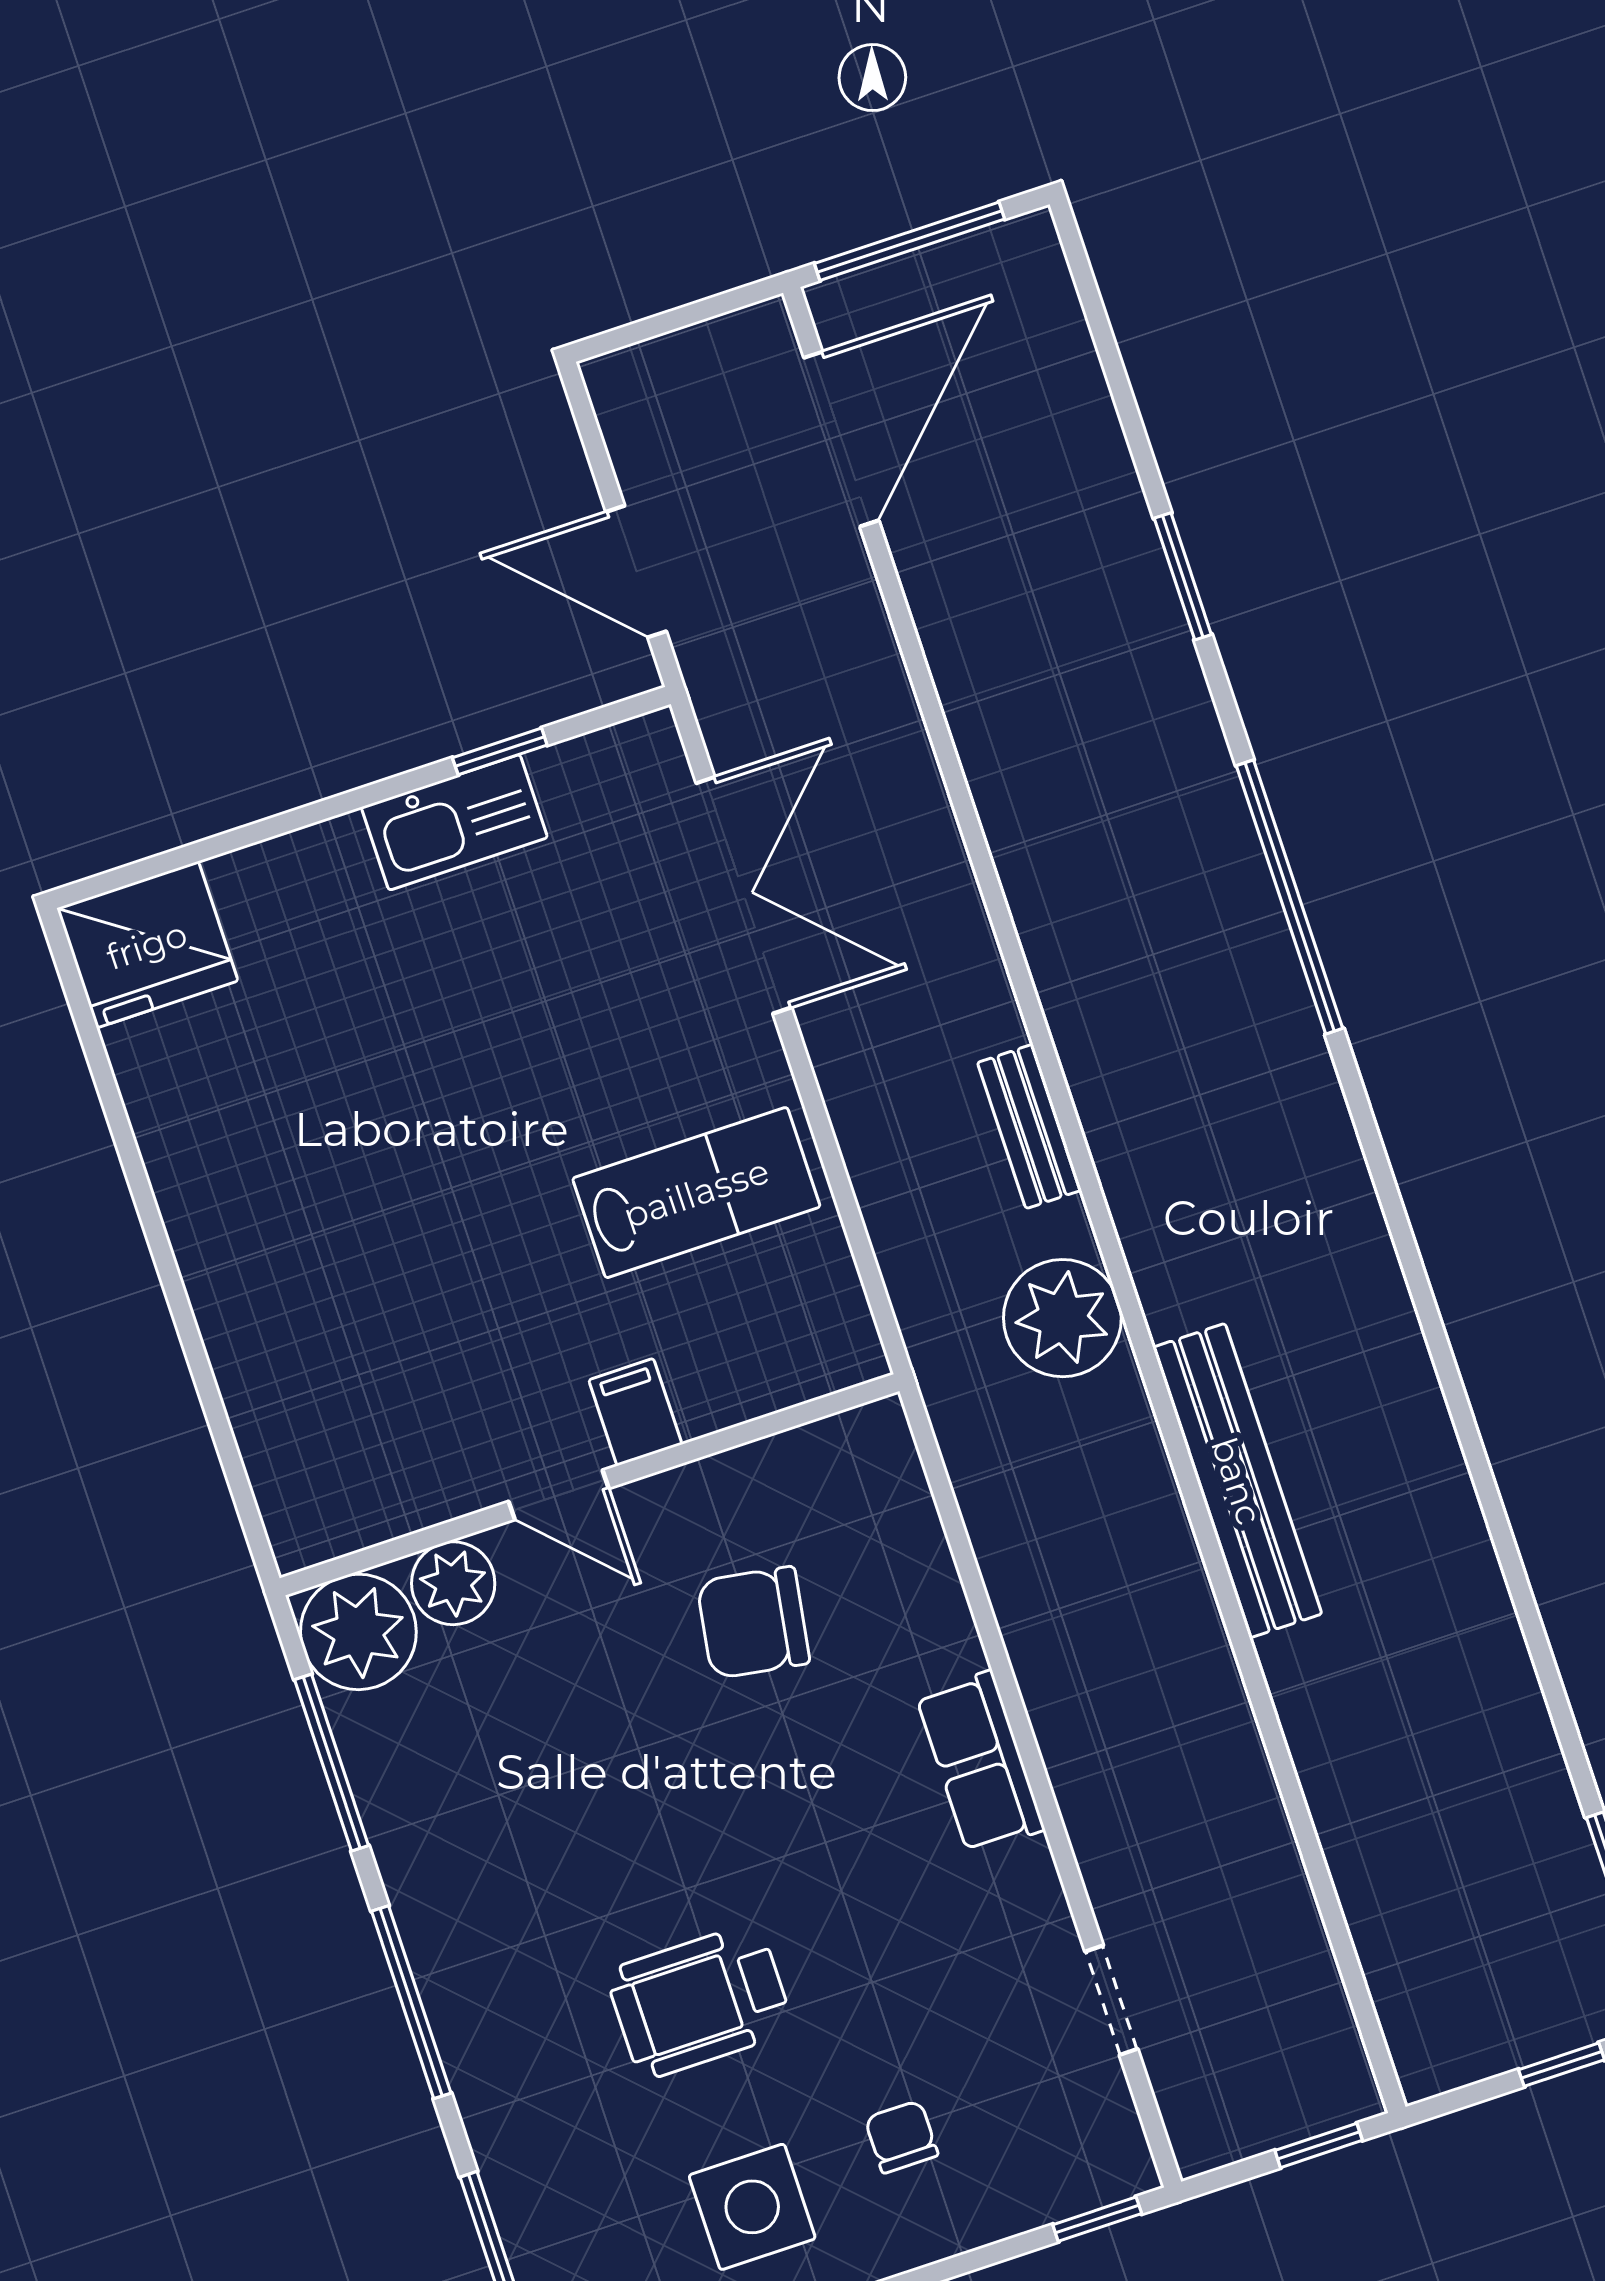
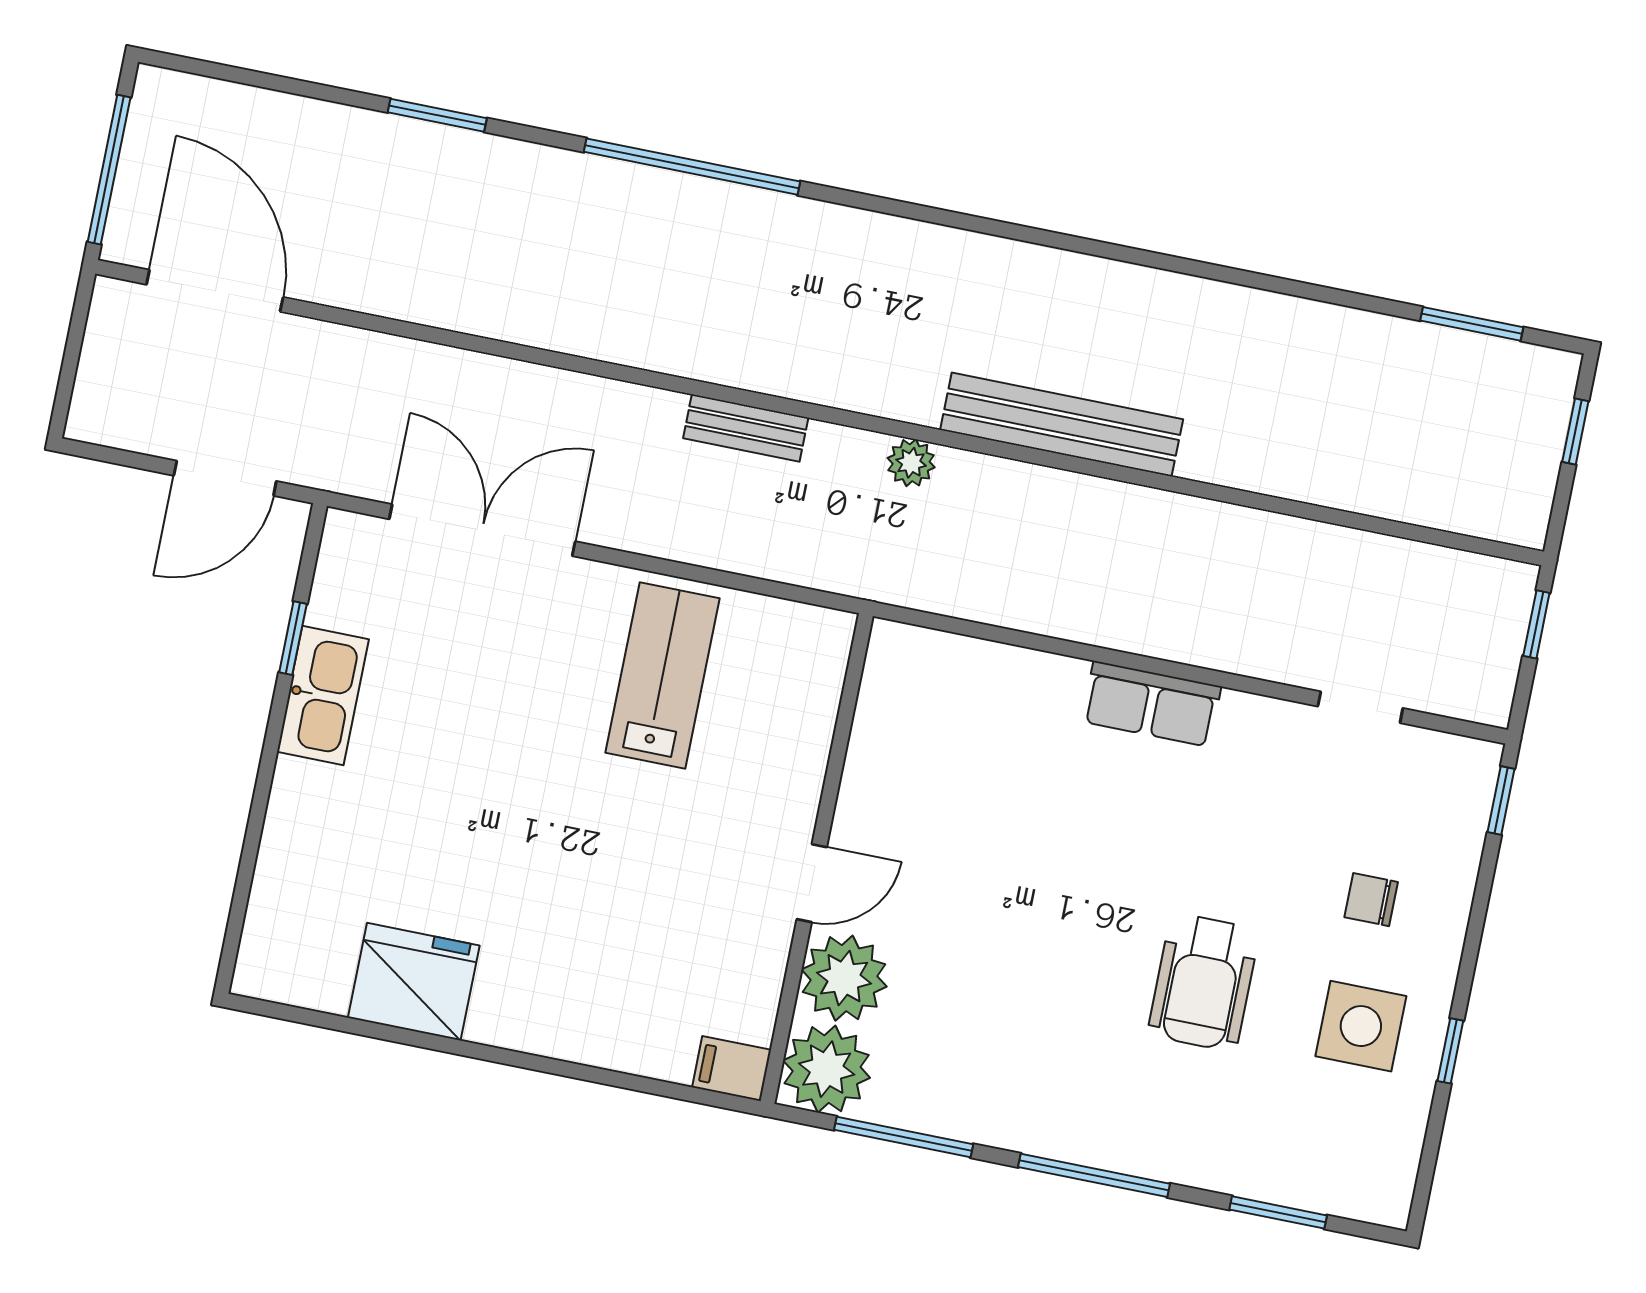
fridge: (147, 945) -> (414, 982), moved, turned -90
plant: (1062, 1318) -> (911, 463), width x0.53, depth x0.53
filing cabinet: (635, 1412) -> (732, 1069), moved
plant: (453, 1583) -> (844, 978), width x1.36, depth x1.36
chair: (753, 1622) -> (971, 802), removed

